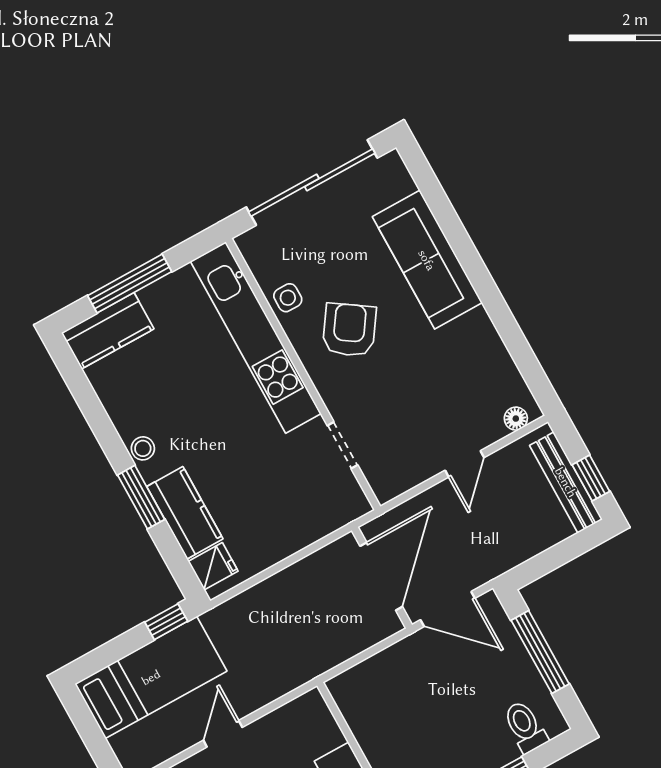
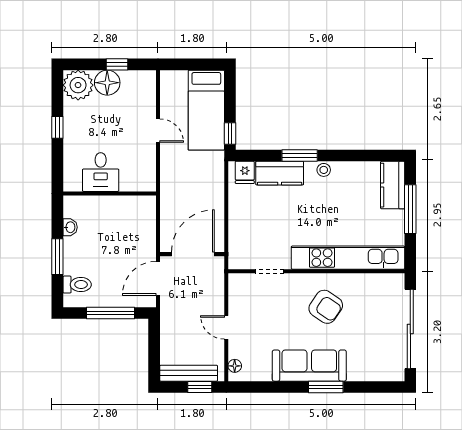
sofa: (427, 260) -> (309, 366), moved
window: (471, 262) -> (326, 387), added
side table: (288, 298) -> (359, 285), removed
window: (591, 478) -> (200, 387), moved
door: (381, 576) -> (193, 254), swing flipped

